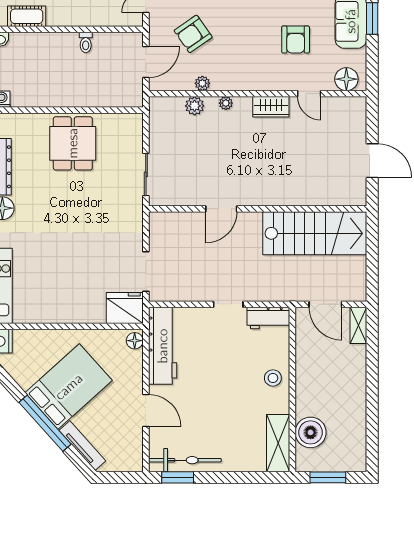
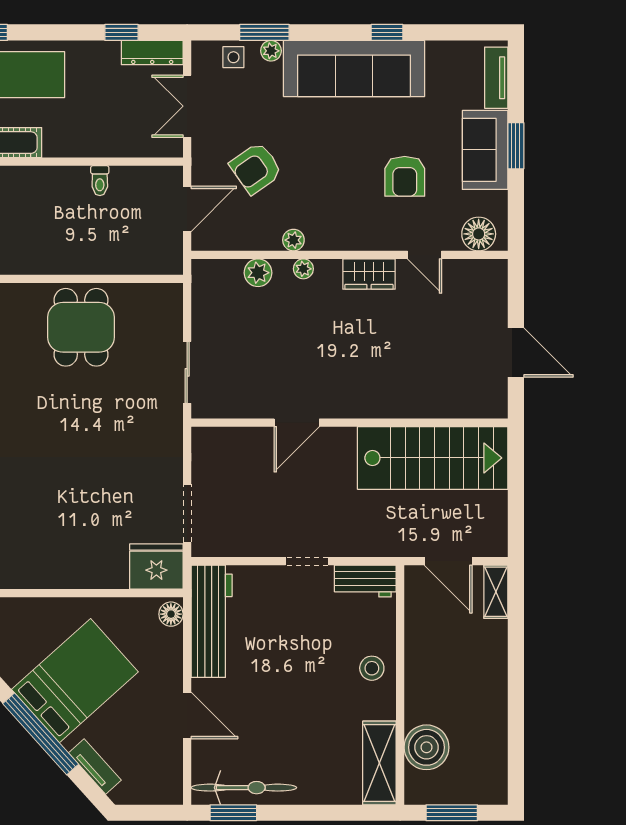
plant: (202, 83) -> (293, 240), moved
tv unit: (82, 446) -> (95, 766), width x0.71

